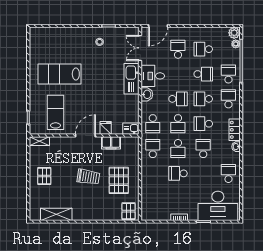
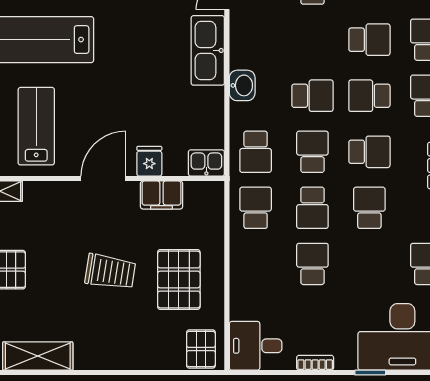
desk: (153, 76) -> (256, 346), moved
school desk: (178, 124) -> (312, 152), turned 180
school desk: (203, 124) -> (369, 152), turned 180
school desk: (178, 173) -> (312, 264), turned 90

